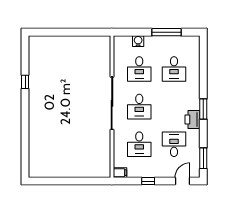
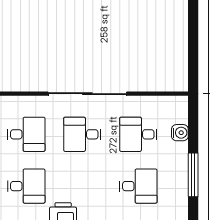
desk: (174, 69) -> (138, 186), turned 180
desk: (139, 144) -> (26, 134), turned 180

